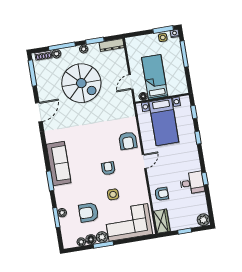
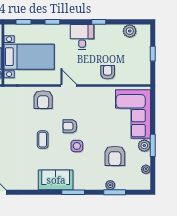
armchair: (128, 141) -> (43, 100), turned 90
coffee table: (92, 146) -> (43, 140), added
sofa: (59, 164) -> (56, 180), width x0.73
desk: (192, 183) -> (82, 37), moved
side table: (113, 194) -> (77, 146), moved
plant: (203, 220) -> (130, 31), moved
wardrobe: (162, 221) -> (138, 77), removed
floor lamp: (91, 239) -> (145, 158), removed

